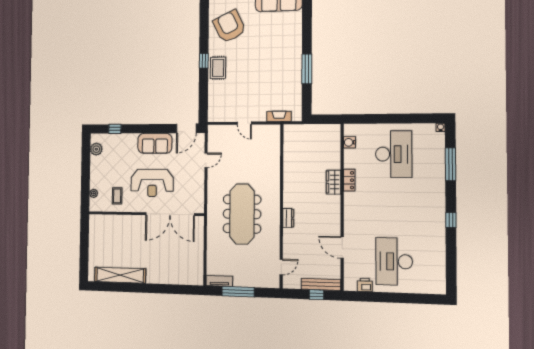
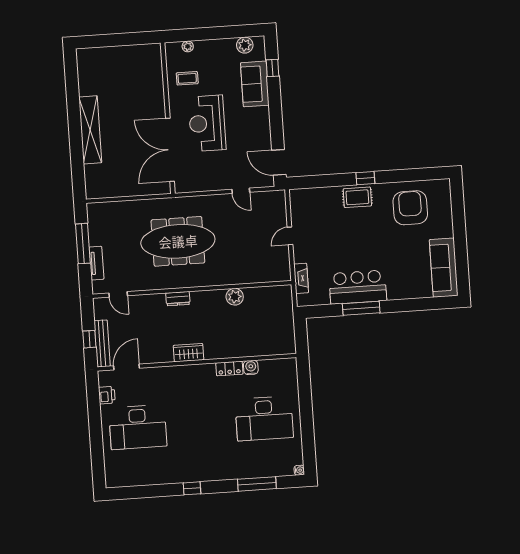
armchair: (229, 26) -> (410, 208), turned -64
bar counter: (289, 71) -> (358, 287), added
water cooler: (349, 142) -> (251, 367), moved
sofa: (155, 143) -> (255, 84), moved
plant: (290, 171) -> (235, 297), added
wardrobe: (334, 182) -> (188, 353), moved
door: (342, 247) -> (126, 367), moved
desk: (394, 261) -> (138, 427), turned 180
shelving: (120, 275) -> (90, 130), moved
tv unit: (219, 281) -> (96, 263), moved

